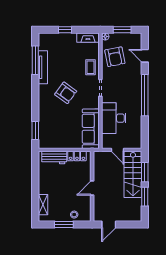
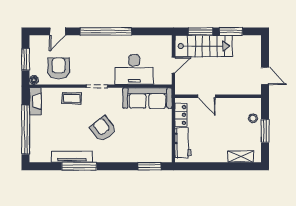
window: (65, 30) -> (26, 130), width x3.17
armchair: (115, 57) -> (59, 68), turned -79
window: (35, 60) -> (79, 166), moved
armchair: (66, 93) -> (103, 129), turned -75
door: (92, 188) -> (206, 96), moved

